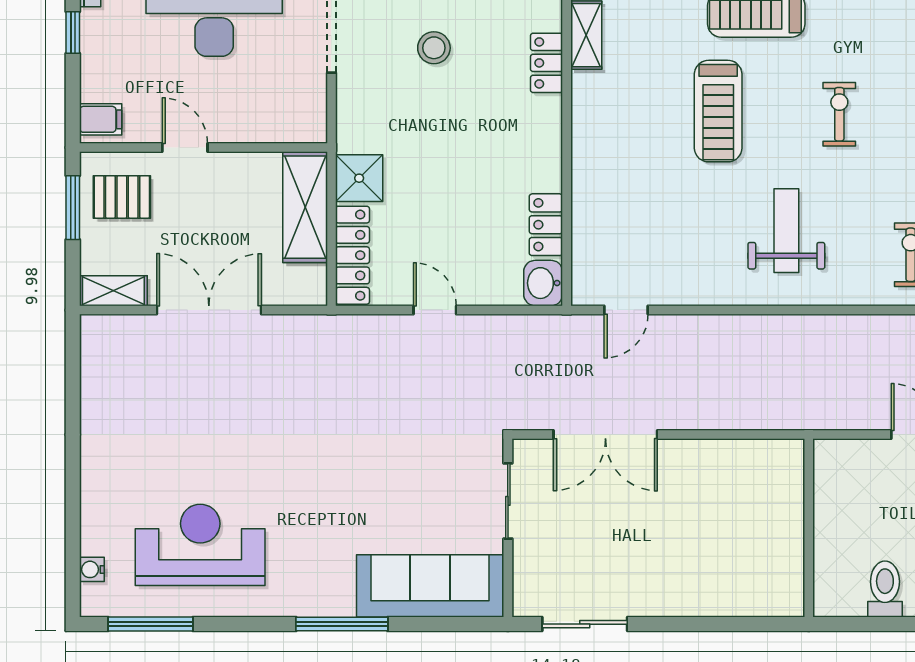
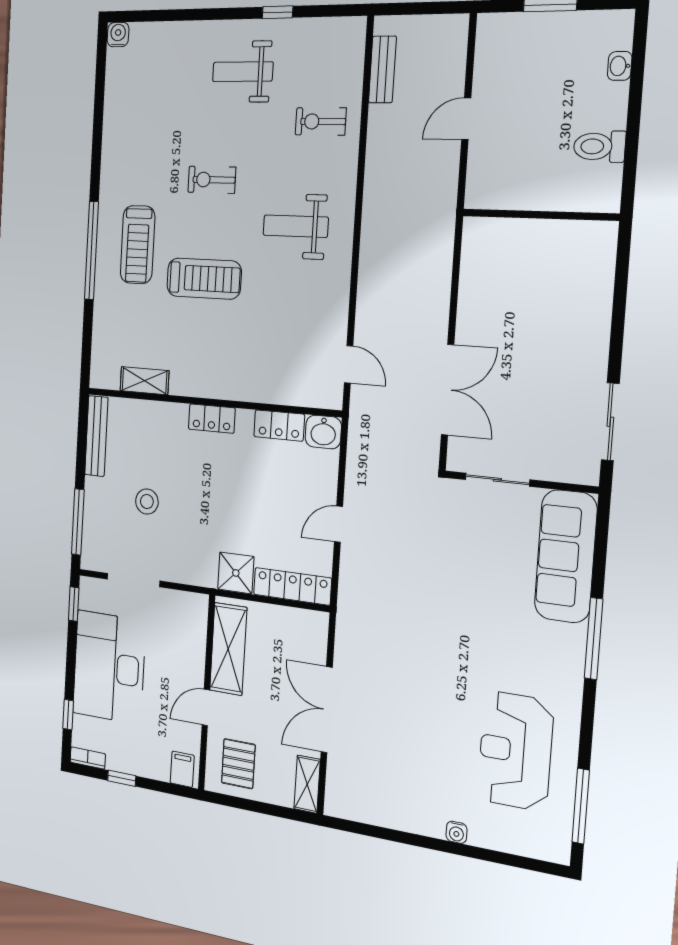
locker: (547, 63) -> (212, 419), moved
shelving: (305, 207) -> (228, 649), moved, turned 90
window: (73, 208) -> (244, 804), removed
water cooler: (92, 569) -> (457, 832), moved

